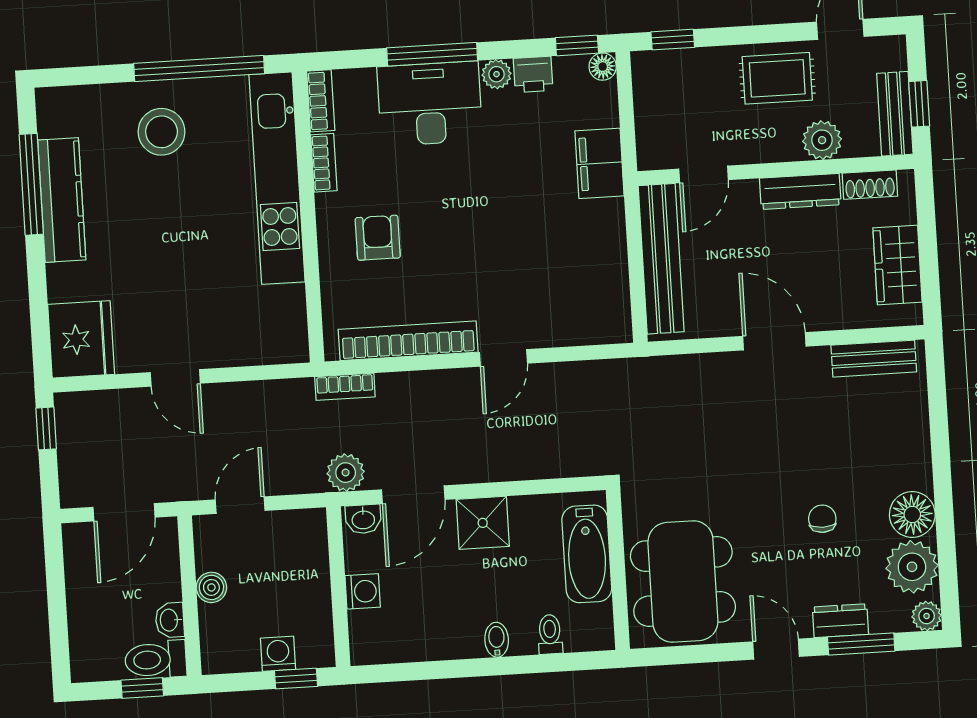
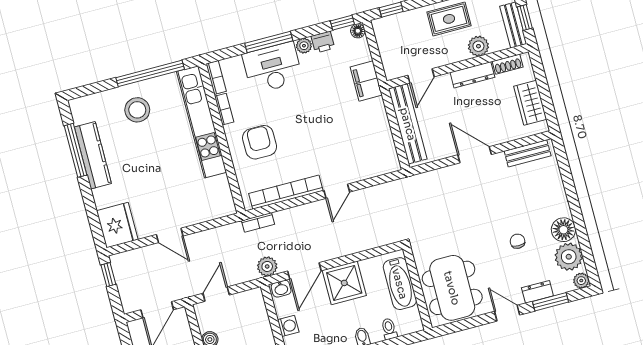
armchair: (378, 238) -> (260, 142), width x1.38, depth x1.38
shower: (483, 523) -> (344, 283), width x1.36, depth x1.36

